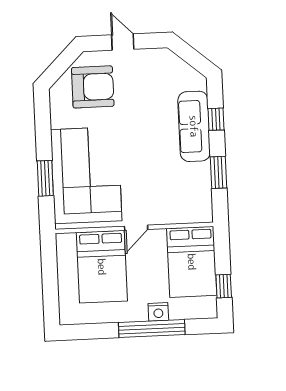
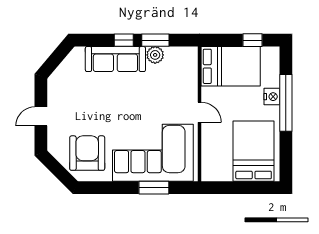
armchair: (93, 87) -> (87, 153), moved
window: (216, 119) -> (124, 40), moved
plant: (201, 173) -> (155, 55), added
bed: (102, 267) -> (254, 151), moved, turned -90

